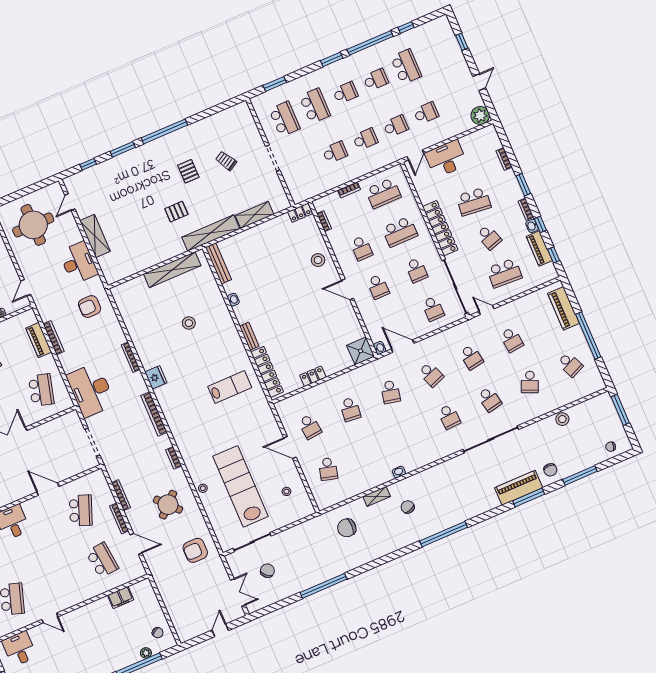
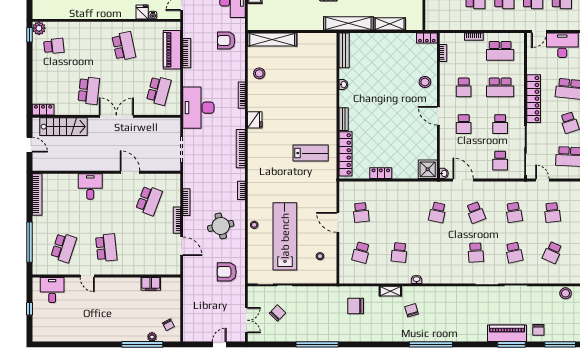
shelving: (172, 270) -> (272, 40), moved
stool: (189, 323) -> (259, 73), moved
piano: (39, 340) -> (172, 50), width x1.37, depth x1.33
school desk: (350, 409) -> (399, 252), moved
round table: (168, 505) -> (221, 226), turned 30
school desk: (102, 560) -> (106, 248), moved

